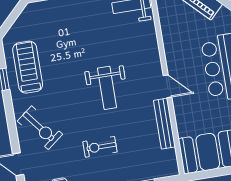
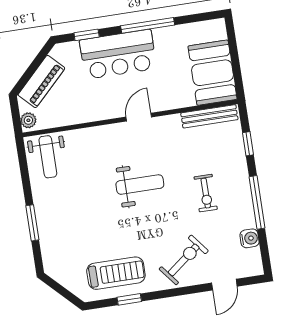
treadmill: (28, 67) -> (116, 273), turned 180
bench: (164, 124) -> (209, 116), moved

